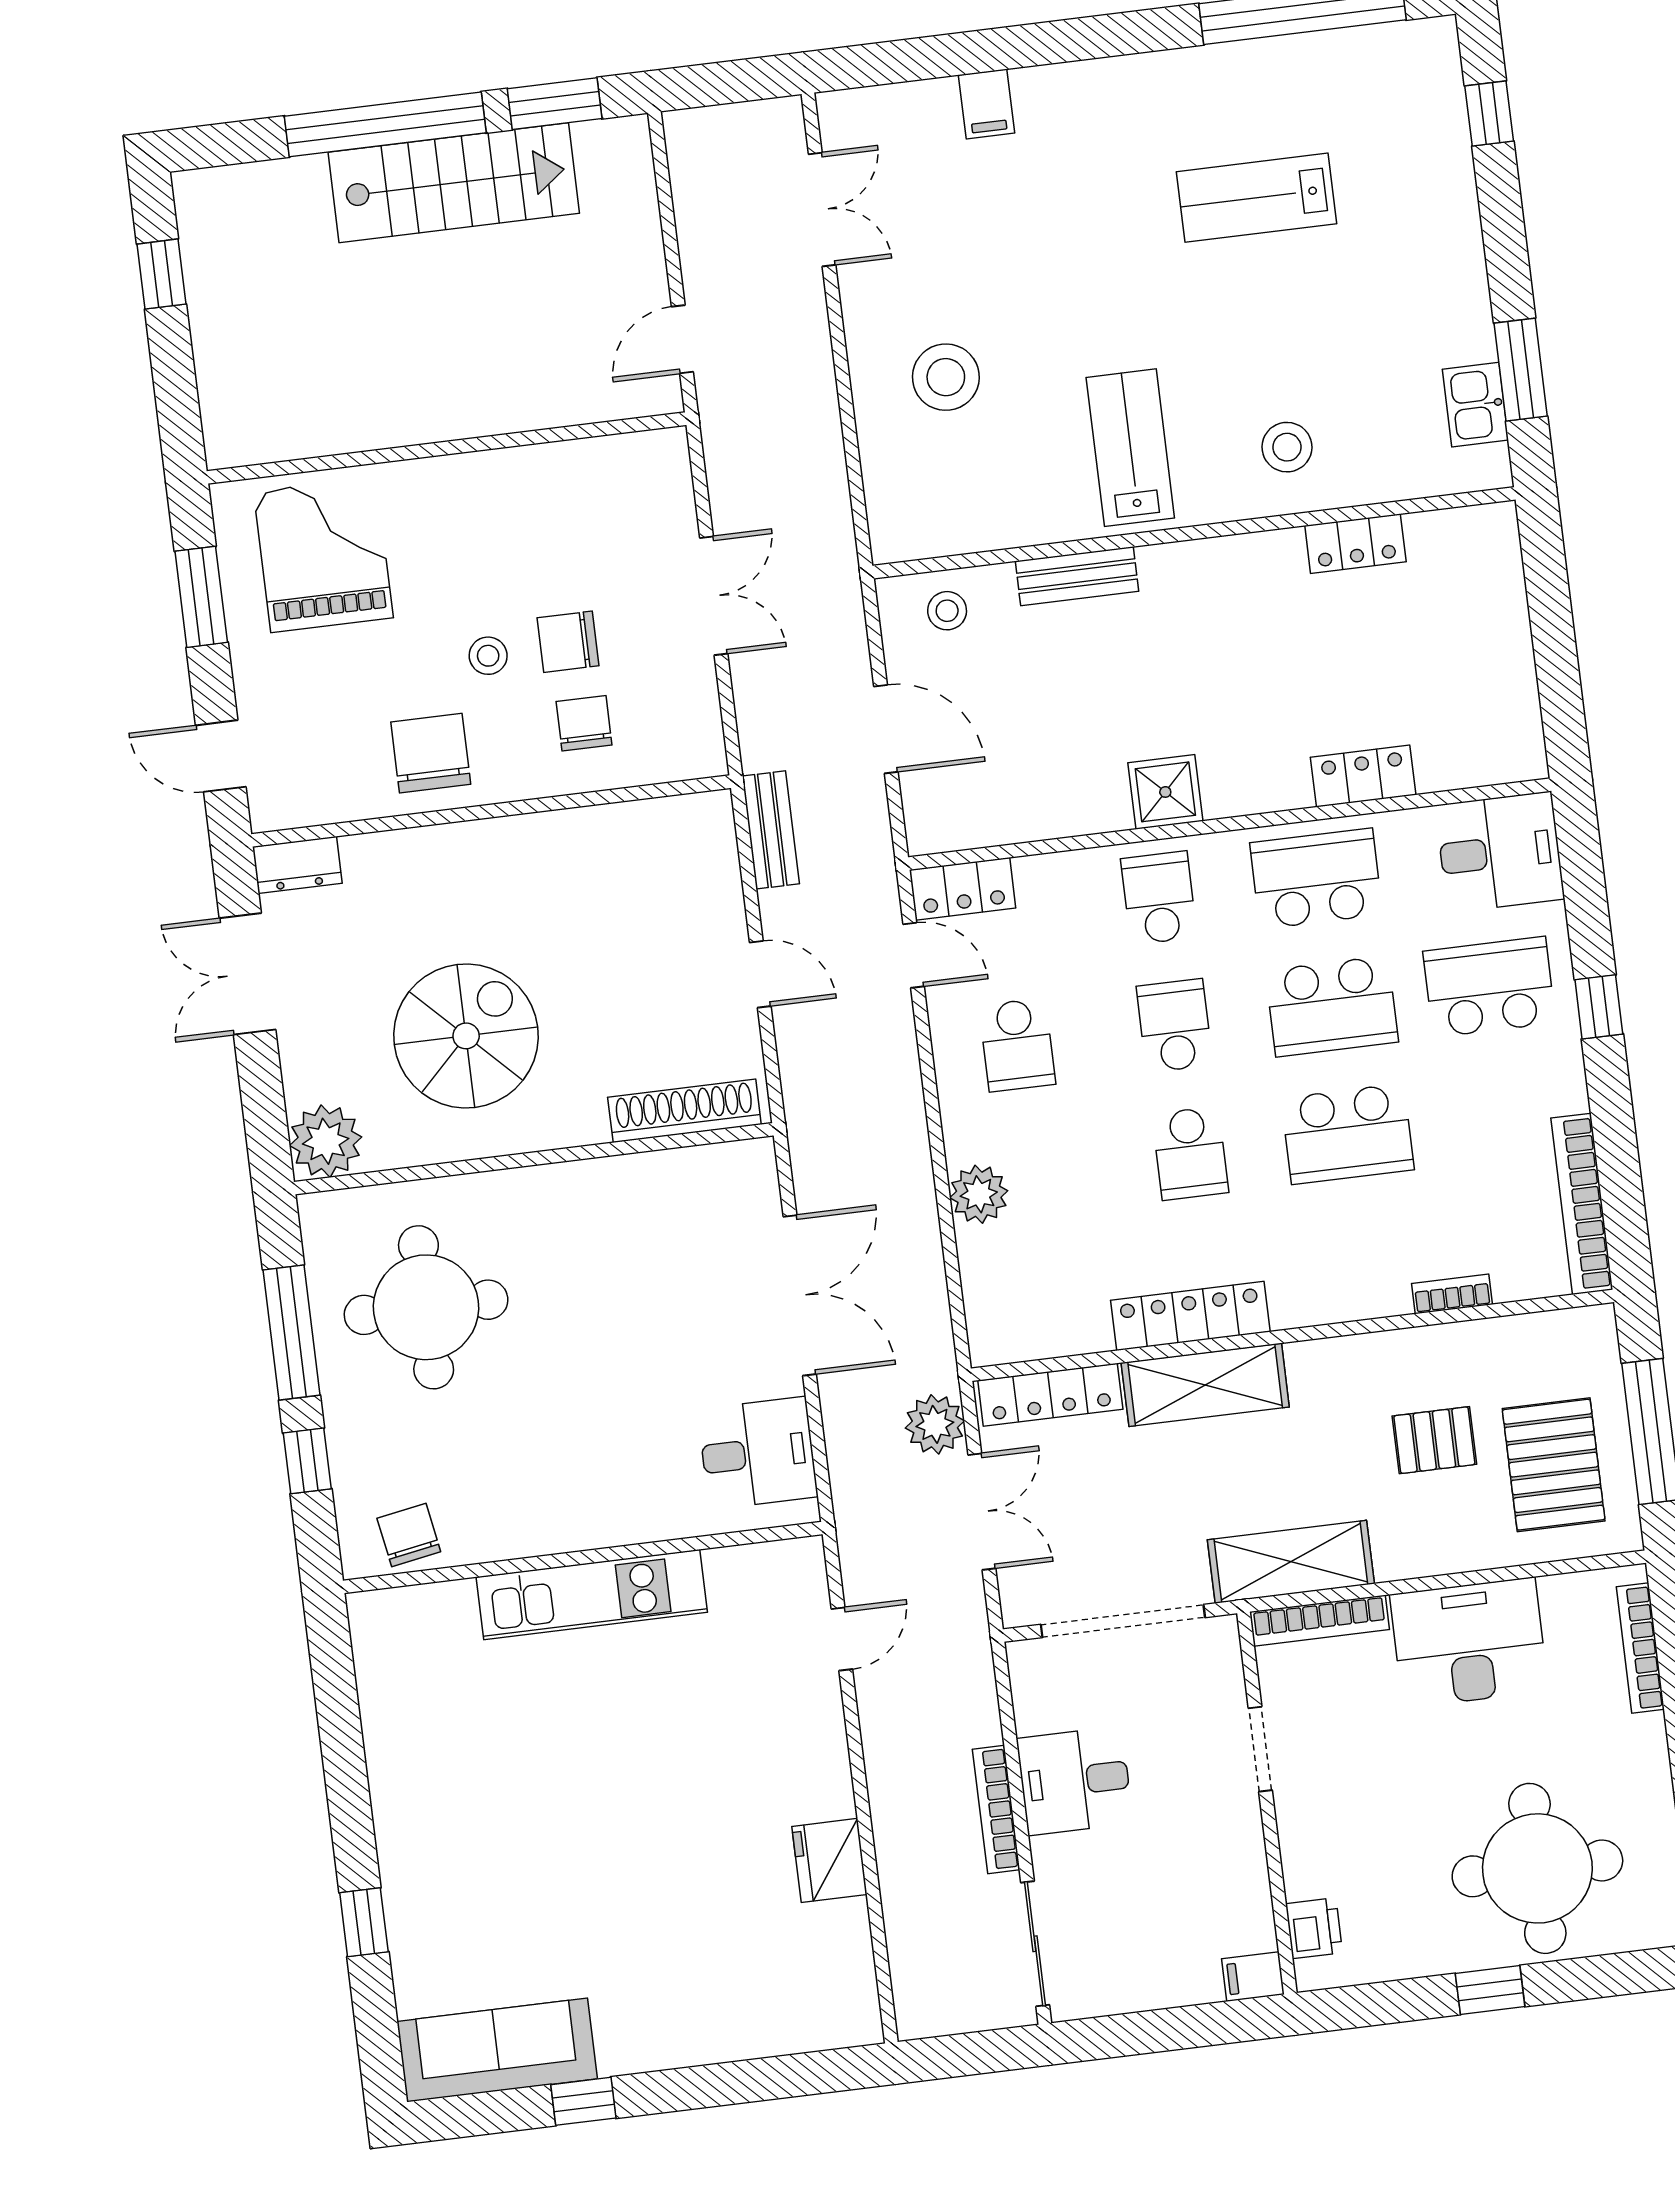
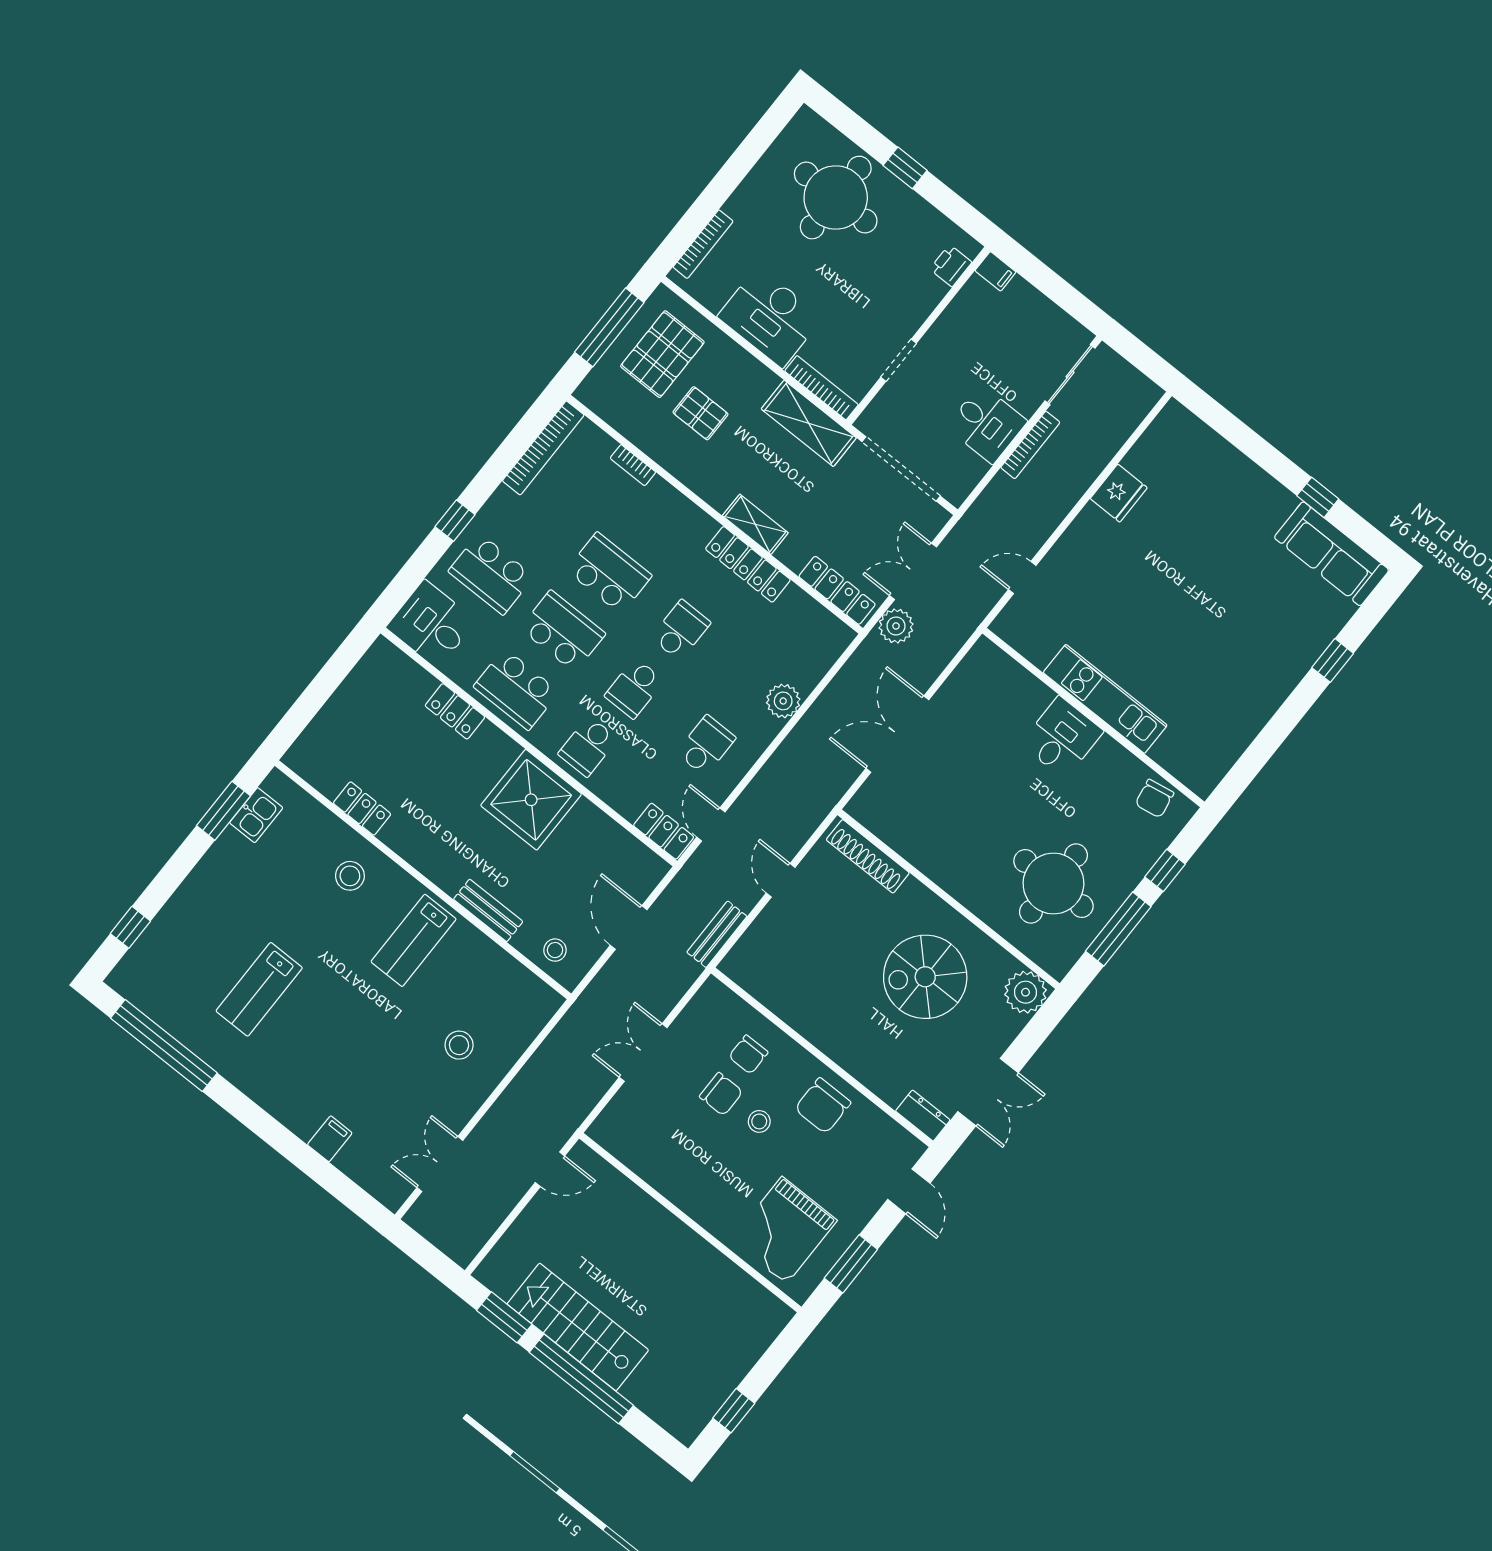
lab bench: (1257, 198) -> (259, 989), turned 90
stool: (946, 377) -> (459, 1045), width x0.73, depth x0.73
shower: (1165, 792) -> (531, 800), width x1.86, depth x1.86
shelving: (1205, 1385) -> (755, 524), width x0.67, depth x0.75
desk: (758, 1453) -> (1062, 738), moved, turned 90

